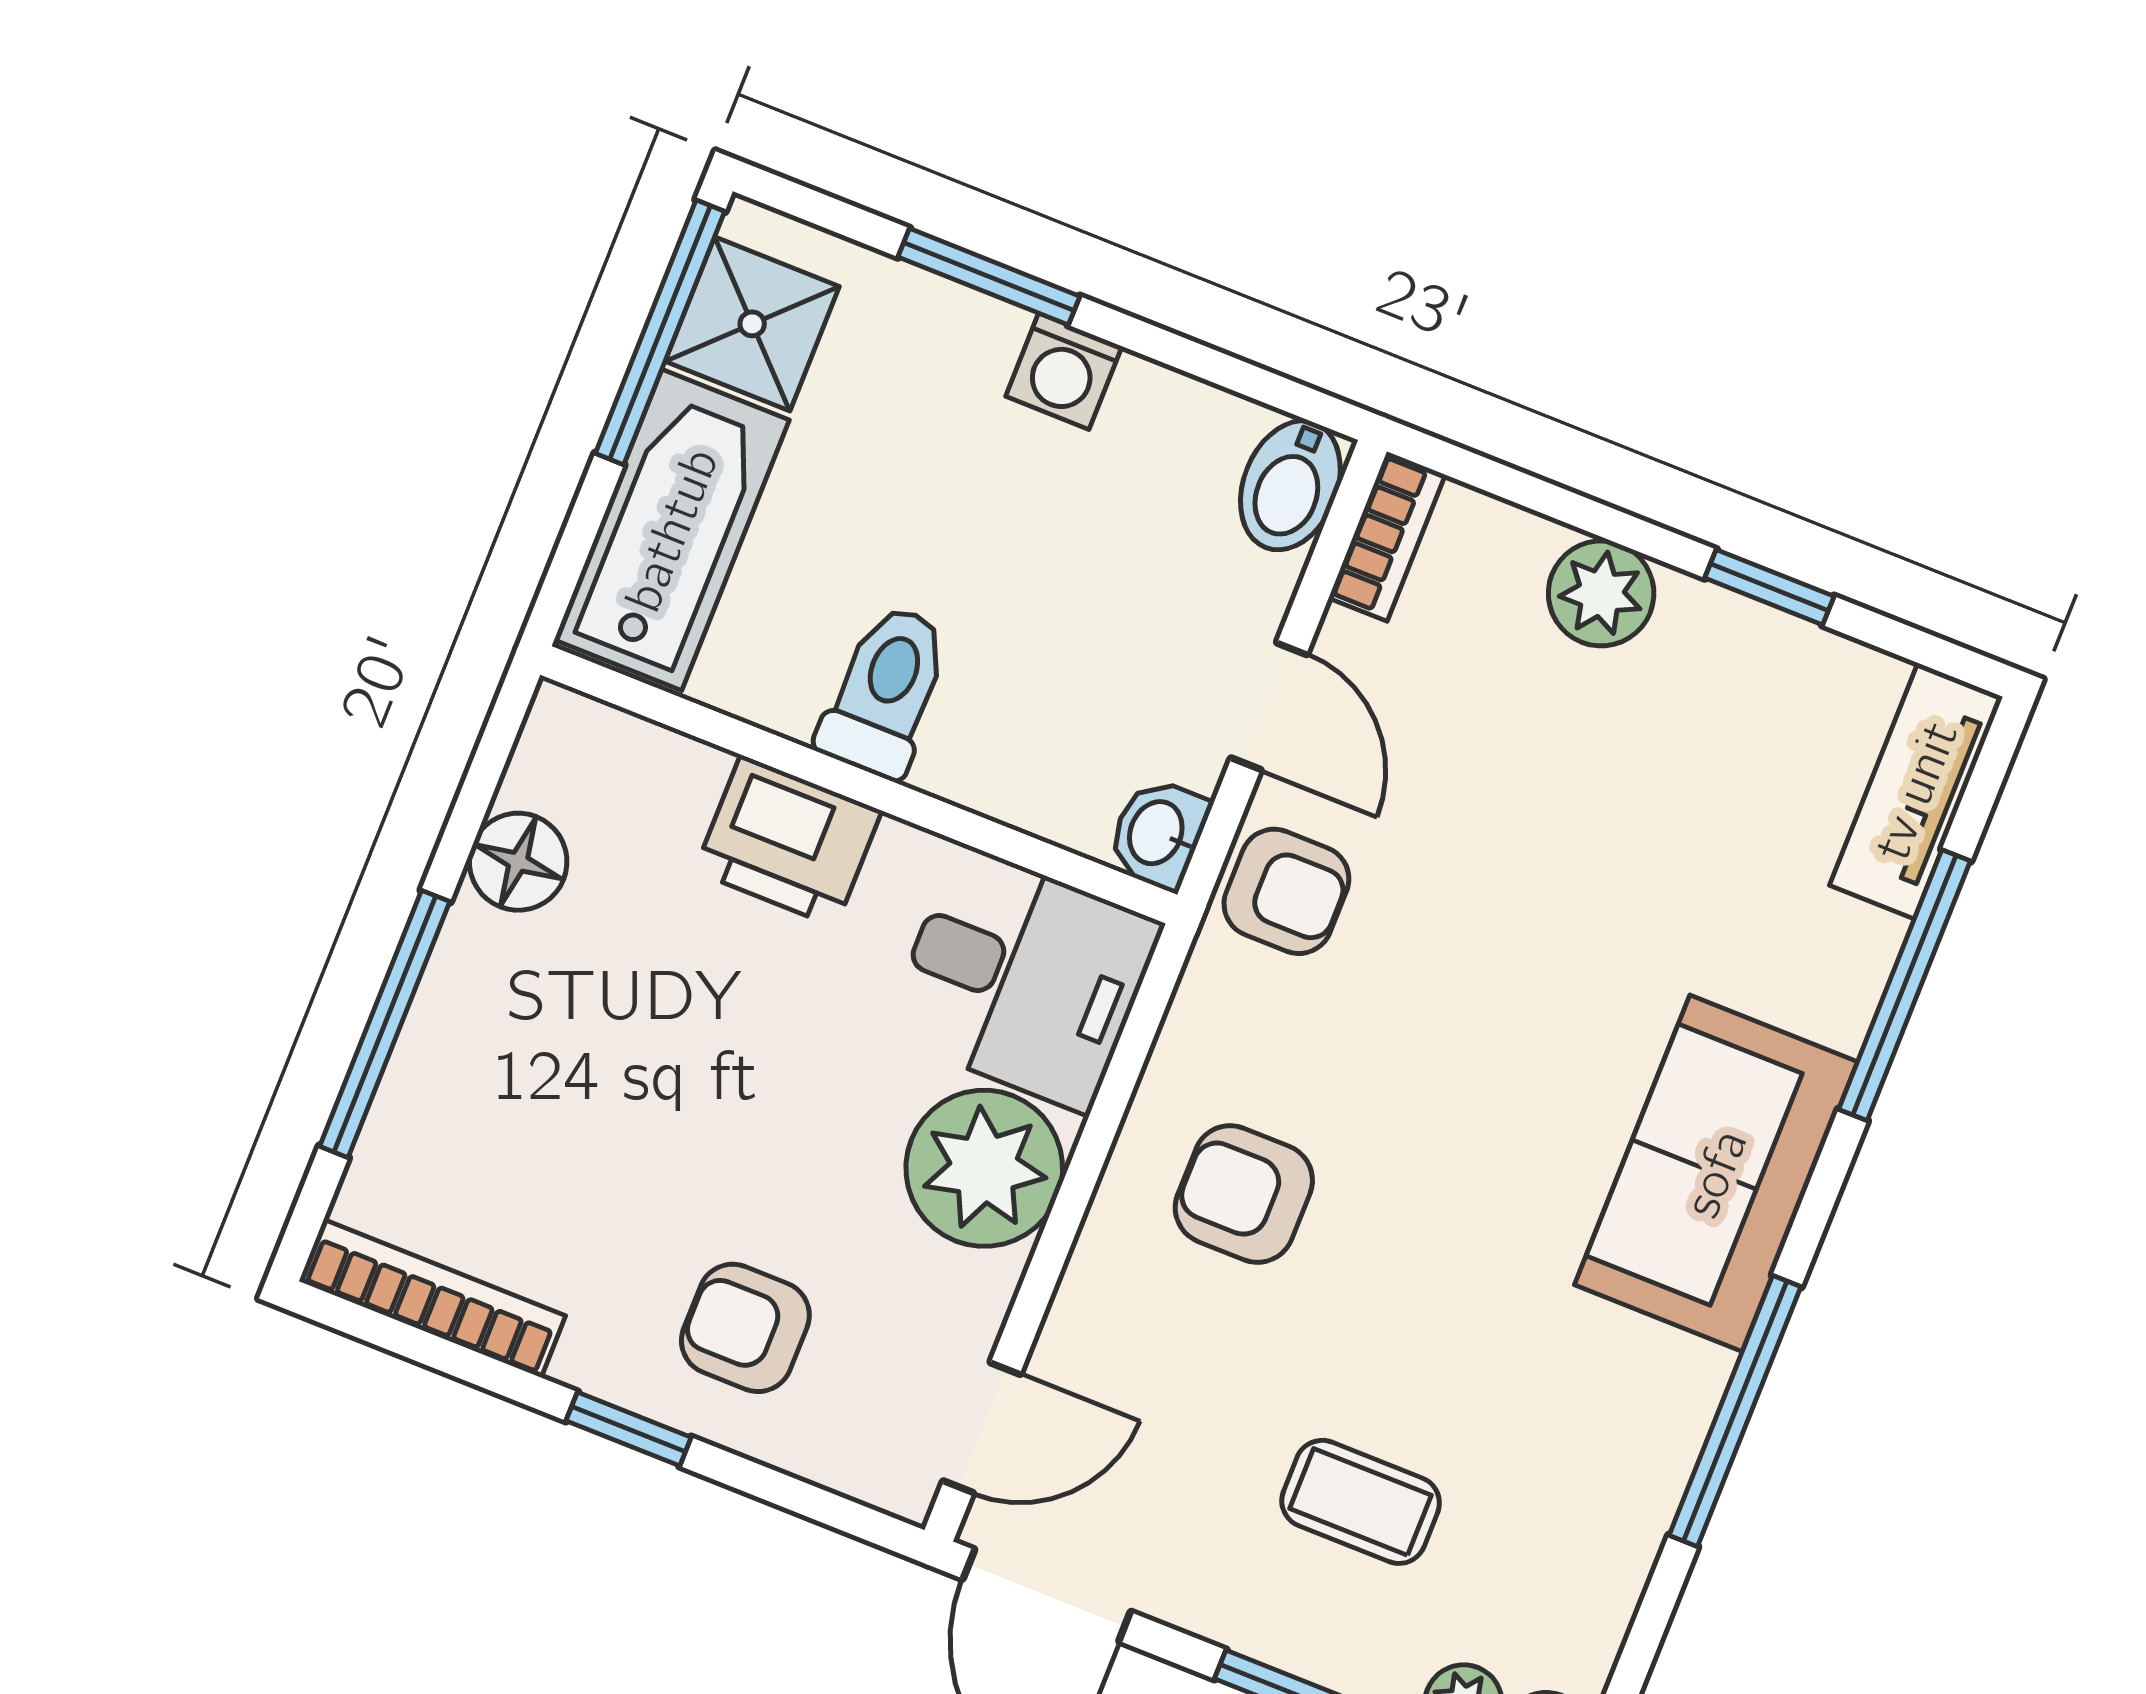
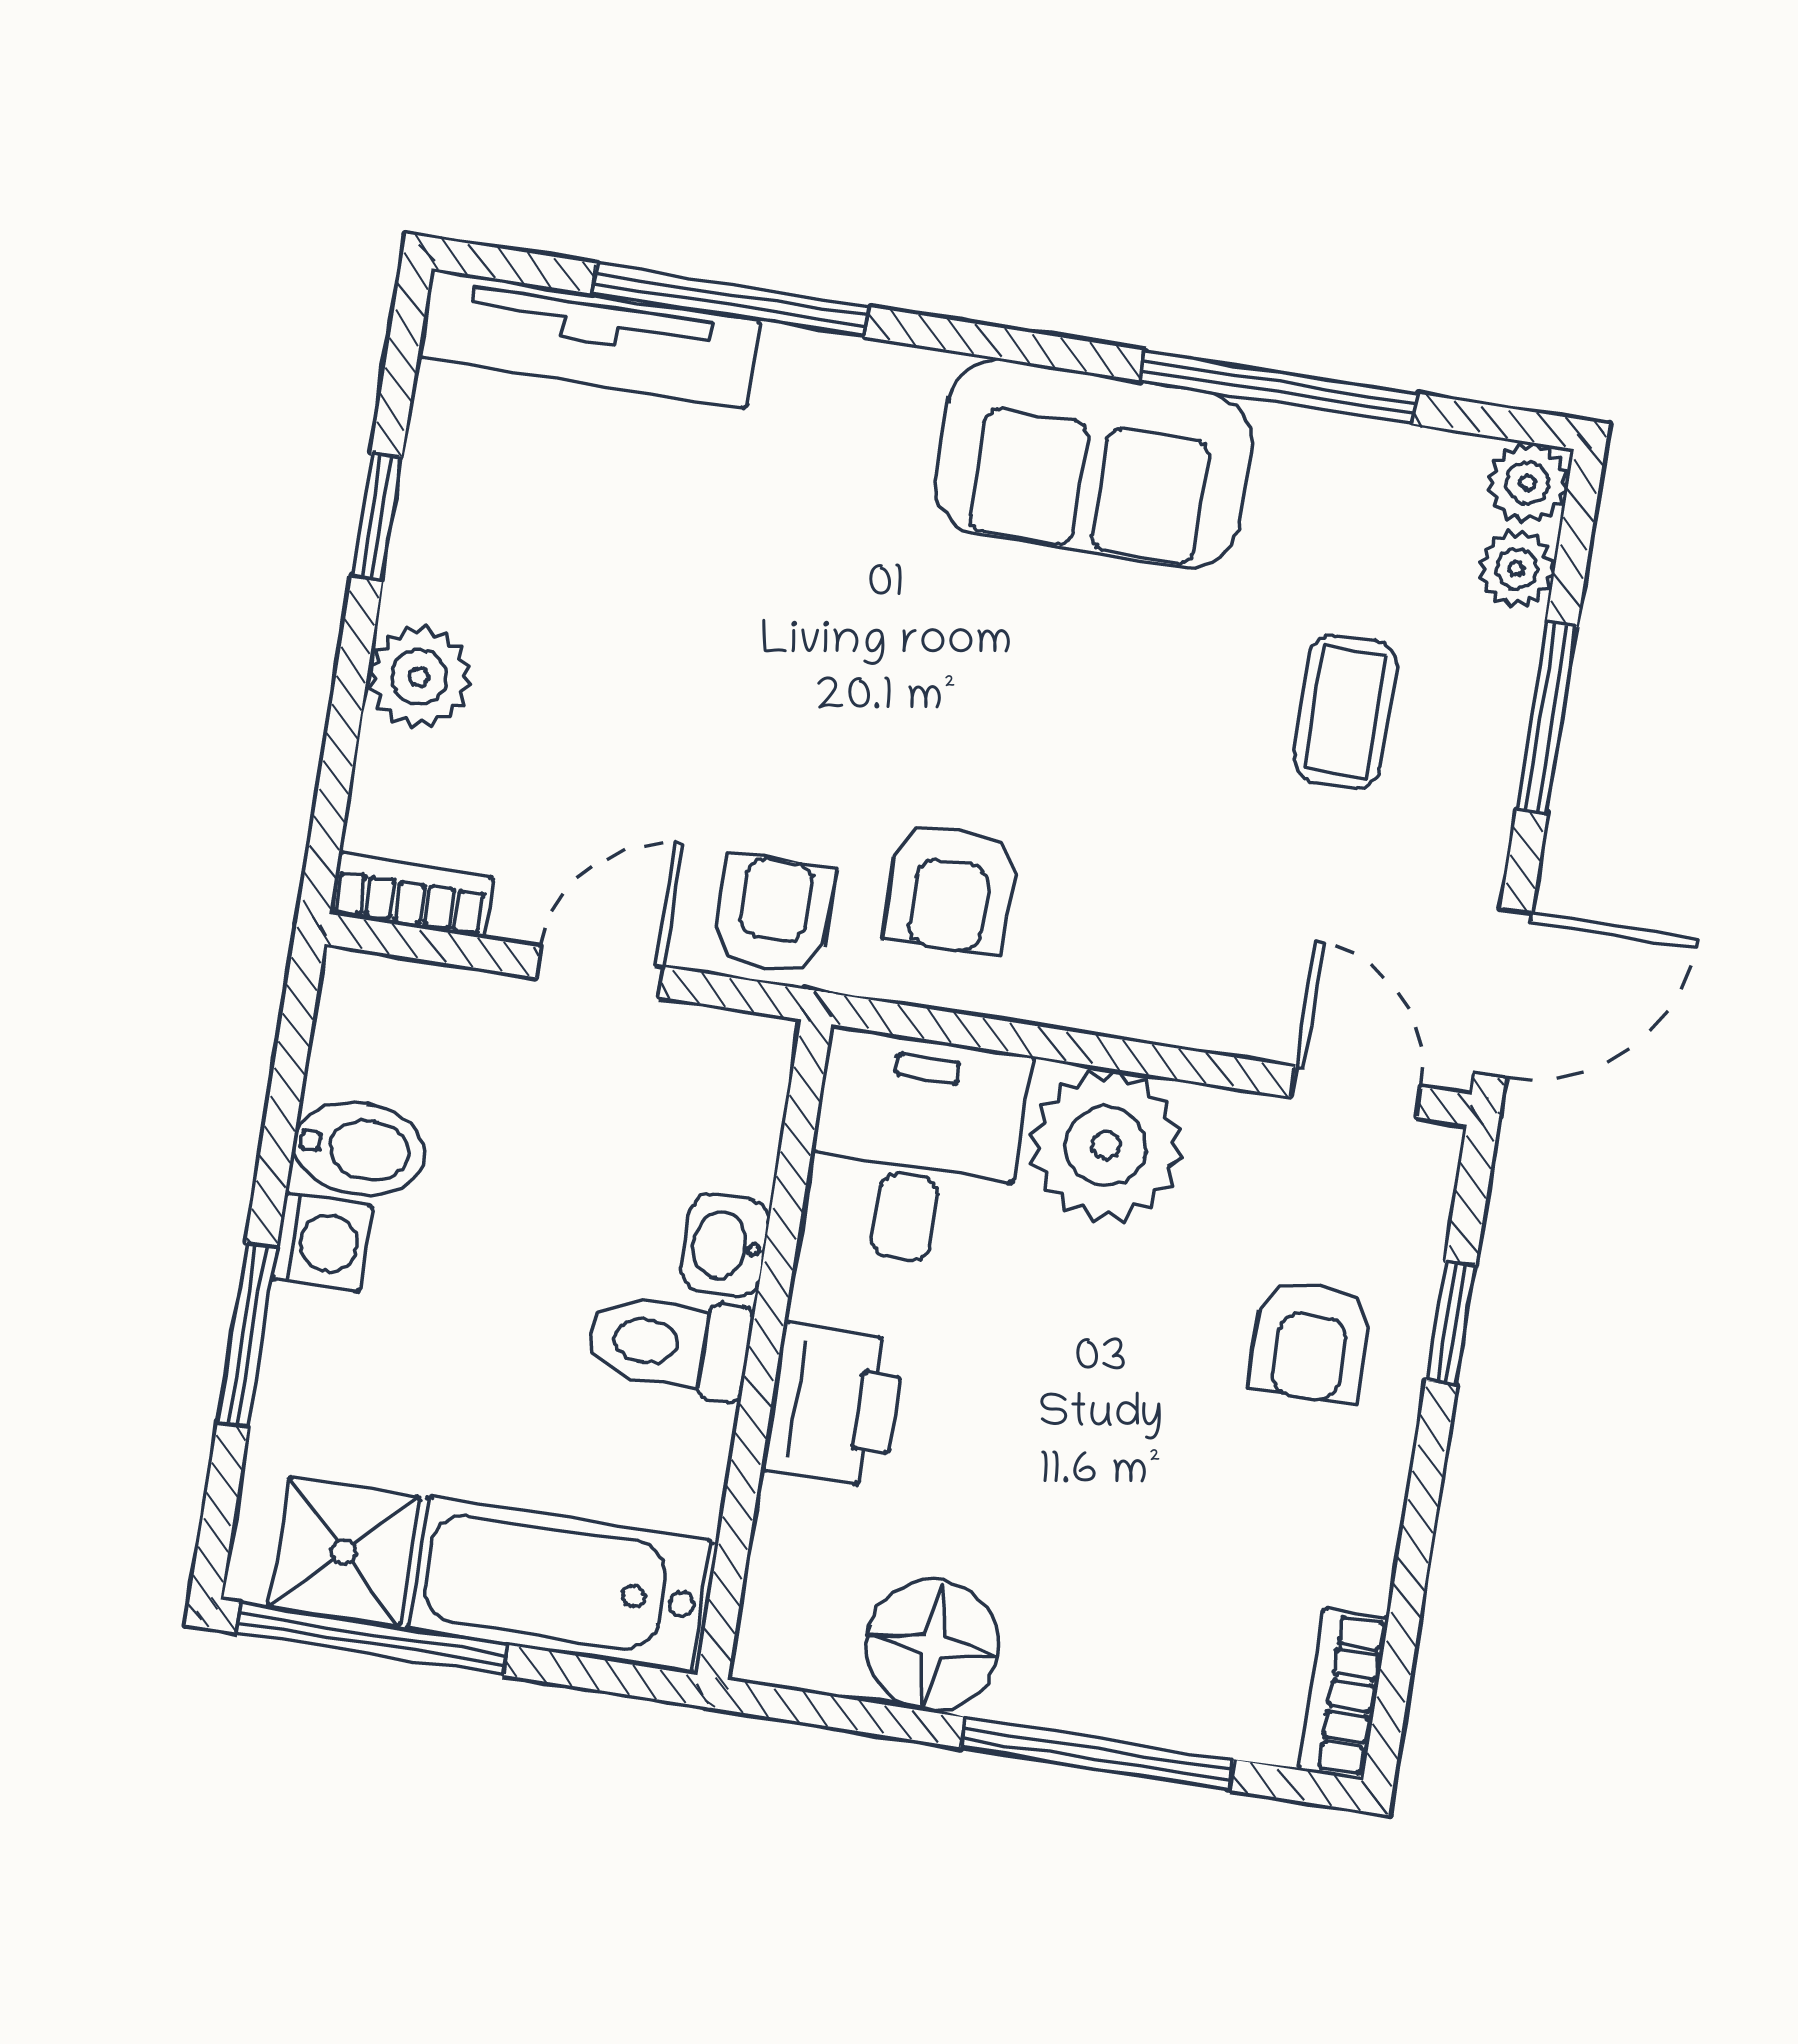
bidet: (1290, 485) -> (359, 1148), moved
tv unit: (1916, 791) -> (589, 339), width x1.41
washbasin: (1158, 834) -> (725, 1245), moved, turned 90
floor lamp: (518, 862) -> (933, 1646), width x1.38, depth x1.38
sofa: (1716, 1173) -> (1094, 463), moved
armchair: (1244, 1194) -> (951, 888), moved
bookcase: (432, 1298) -> (1344, 1694), width x0.64
window: (1735, 1411) -> (1279, 387), moved
window: (629, 1429) -> (1451, 1323), moved

